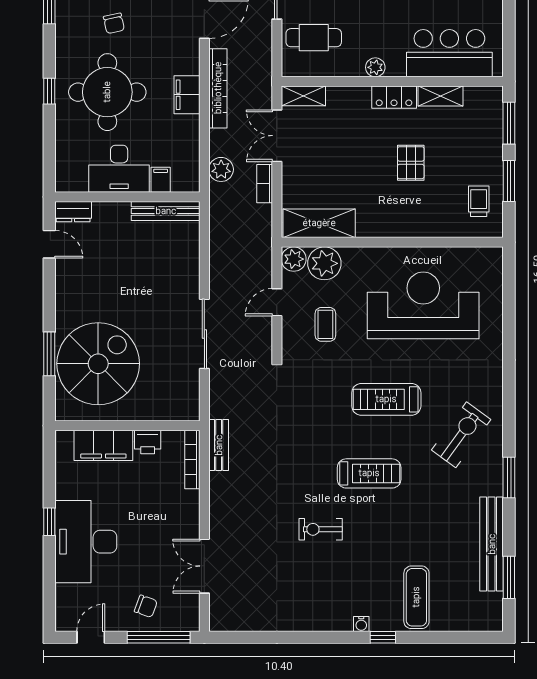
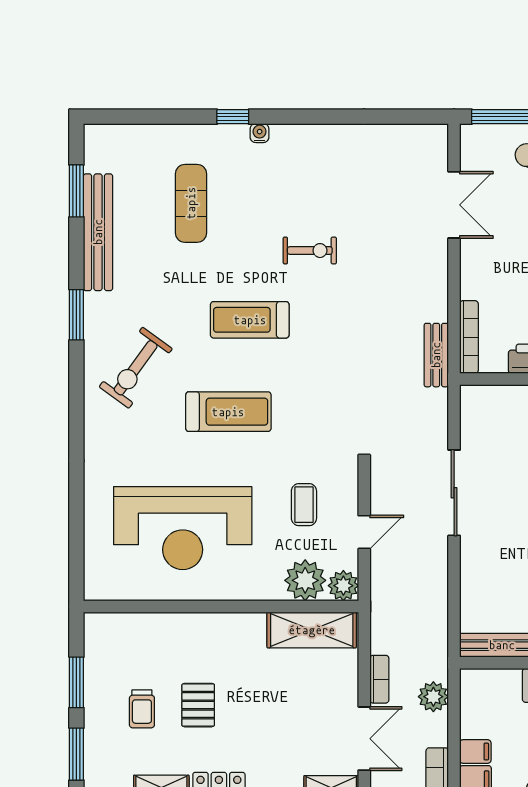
filing cabinet: (161, 180) -> (475, 752), moved, turned -90
trolley: (479, 201) -> (142, 709), moved
exercise mat: (416, 597) -> (191, 203), moved

